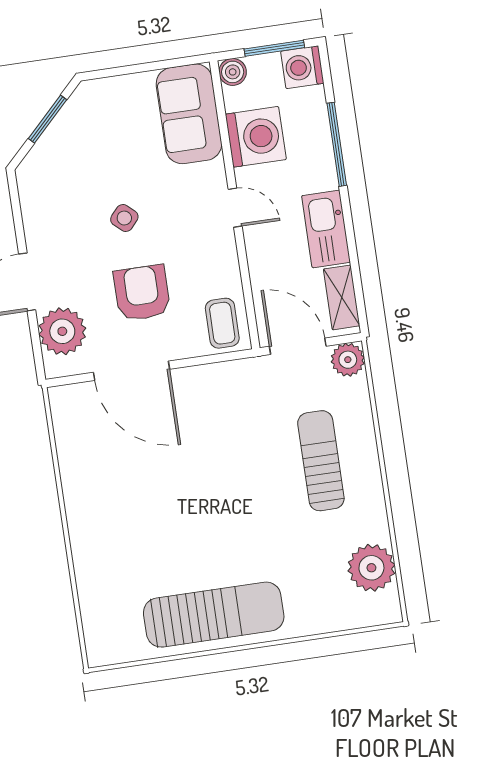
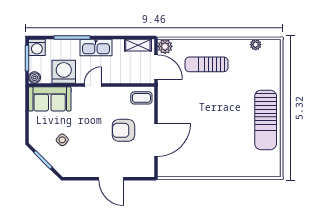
side table: (124, 218) -> (62, 140), moved
kitchen sink: (326, 229) -> (96, 48), moved
plant: (62, 331) -> (135, 167), removed
door: (298, 346) -> (156, 67), swing flipped
plant: (371, 568) -> (256, 45), width x0.53, depth x0.53
sun lounger: (214, 615) -> (266, 120), turned 180

